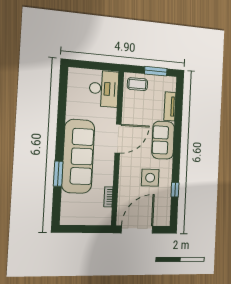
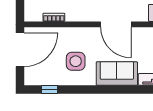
window: (175, 190) -> (49, 90), moved
door: (137, 230) -> (20, 50), hinge flipped

